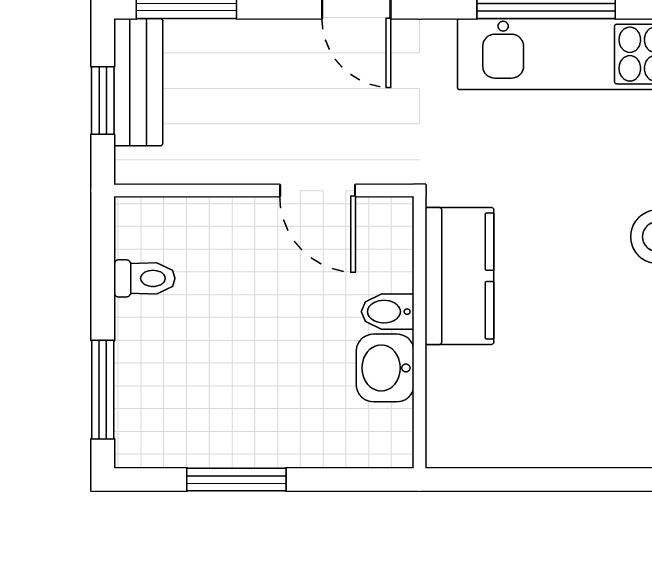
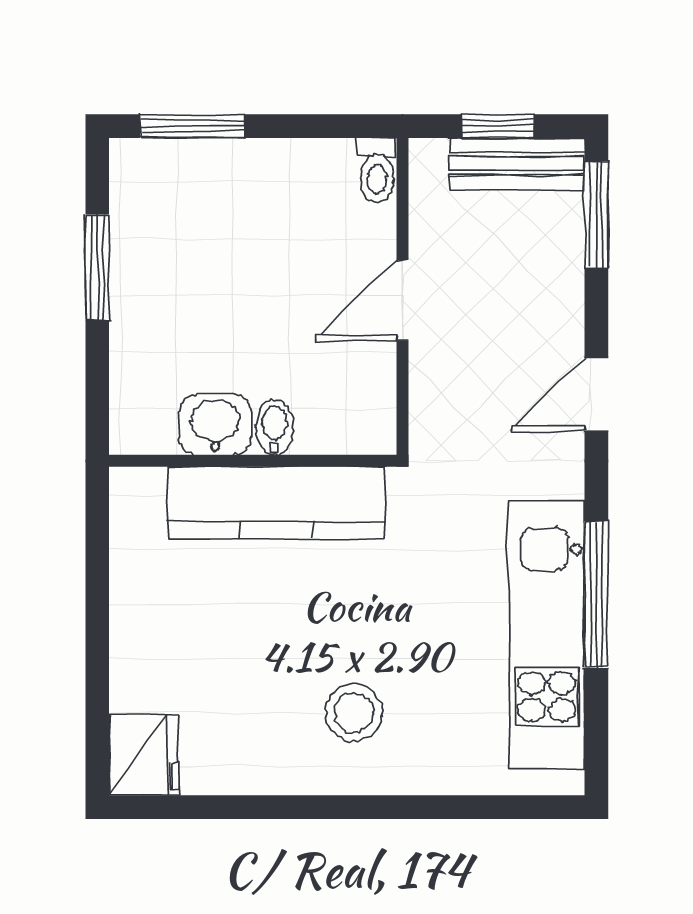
door: (318, 191) -> (403, 300), moved
kitchen counter: (459, 276) -> (276, 503), width x1.50
toilet: (144, 278) -> (377, 170), moved

